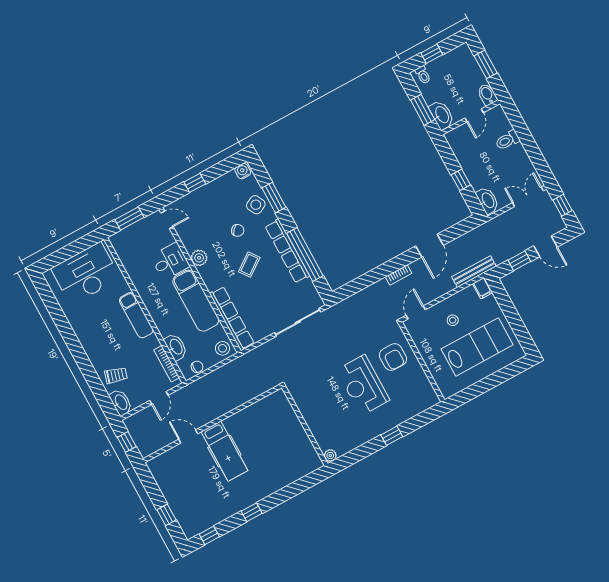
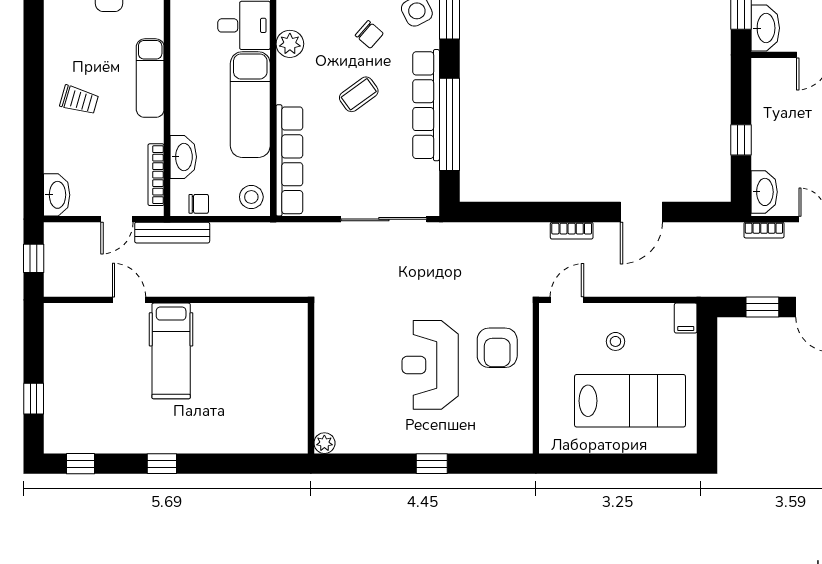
bookcase: (498, 220) -> (764, 230), added
bench: (474, 272) -> (172, 233), moved
trolley: (116, 375) -> (79, 100), moved

